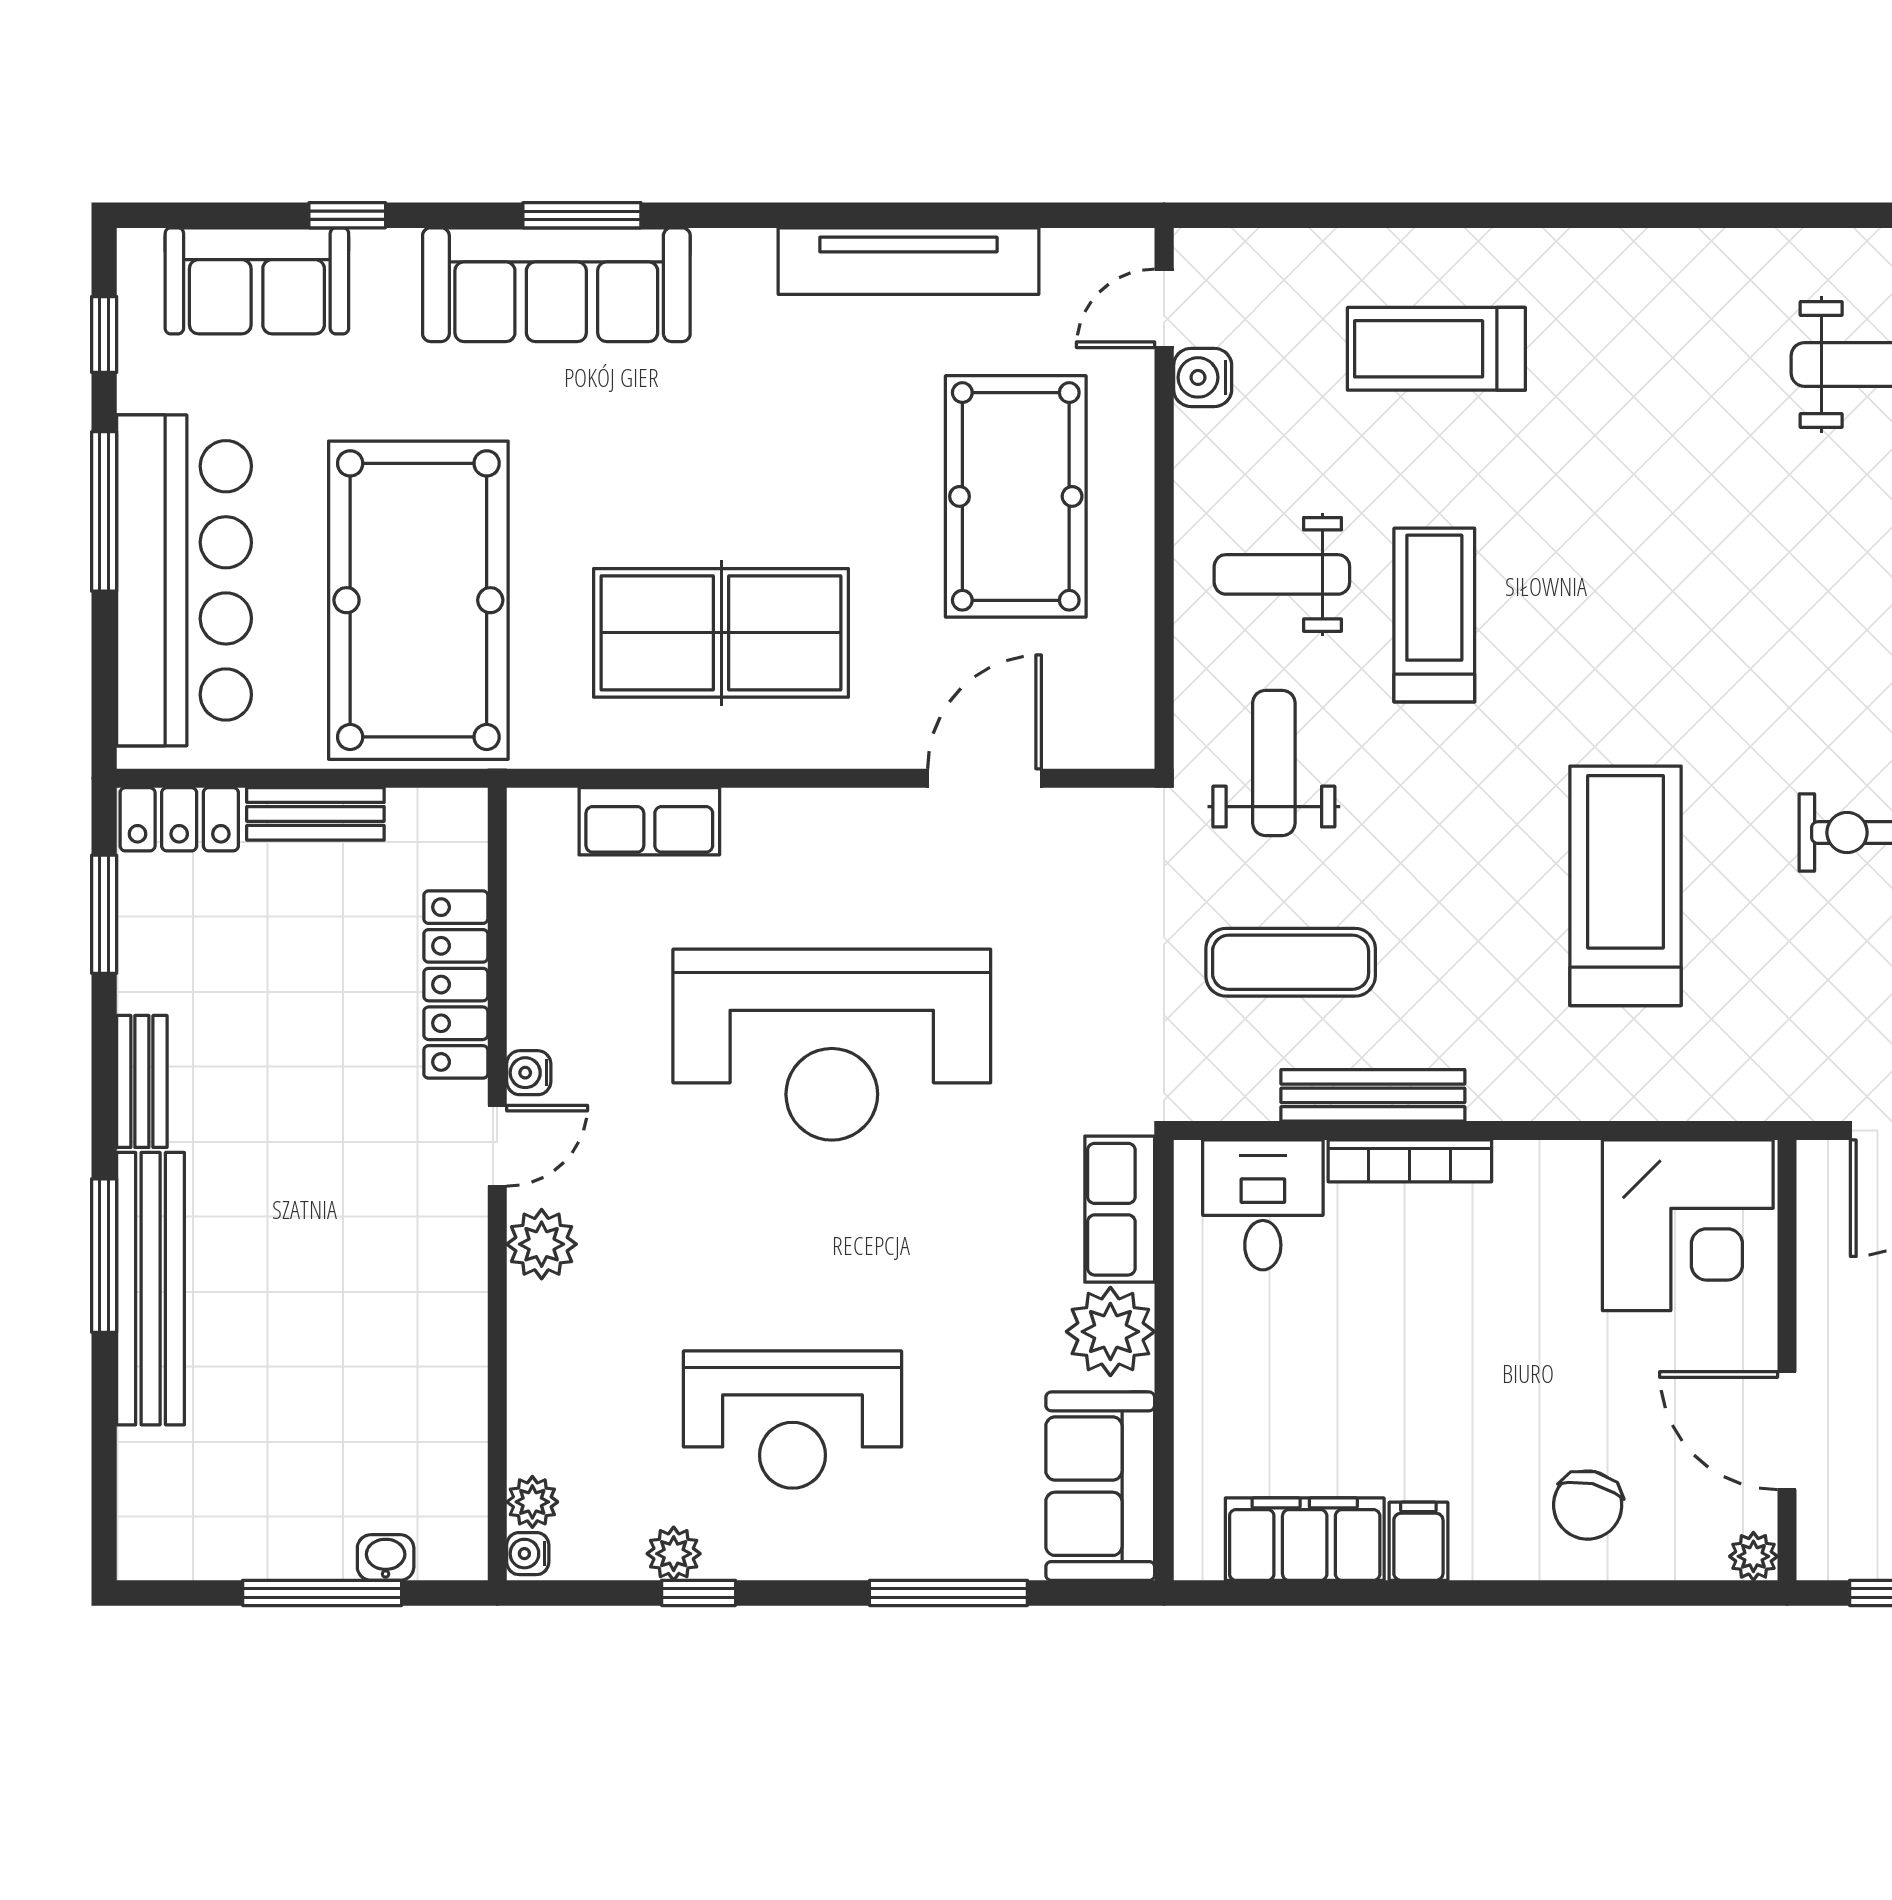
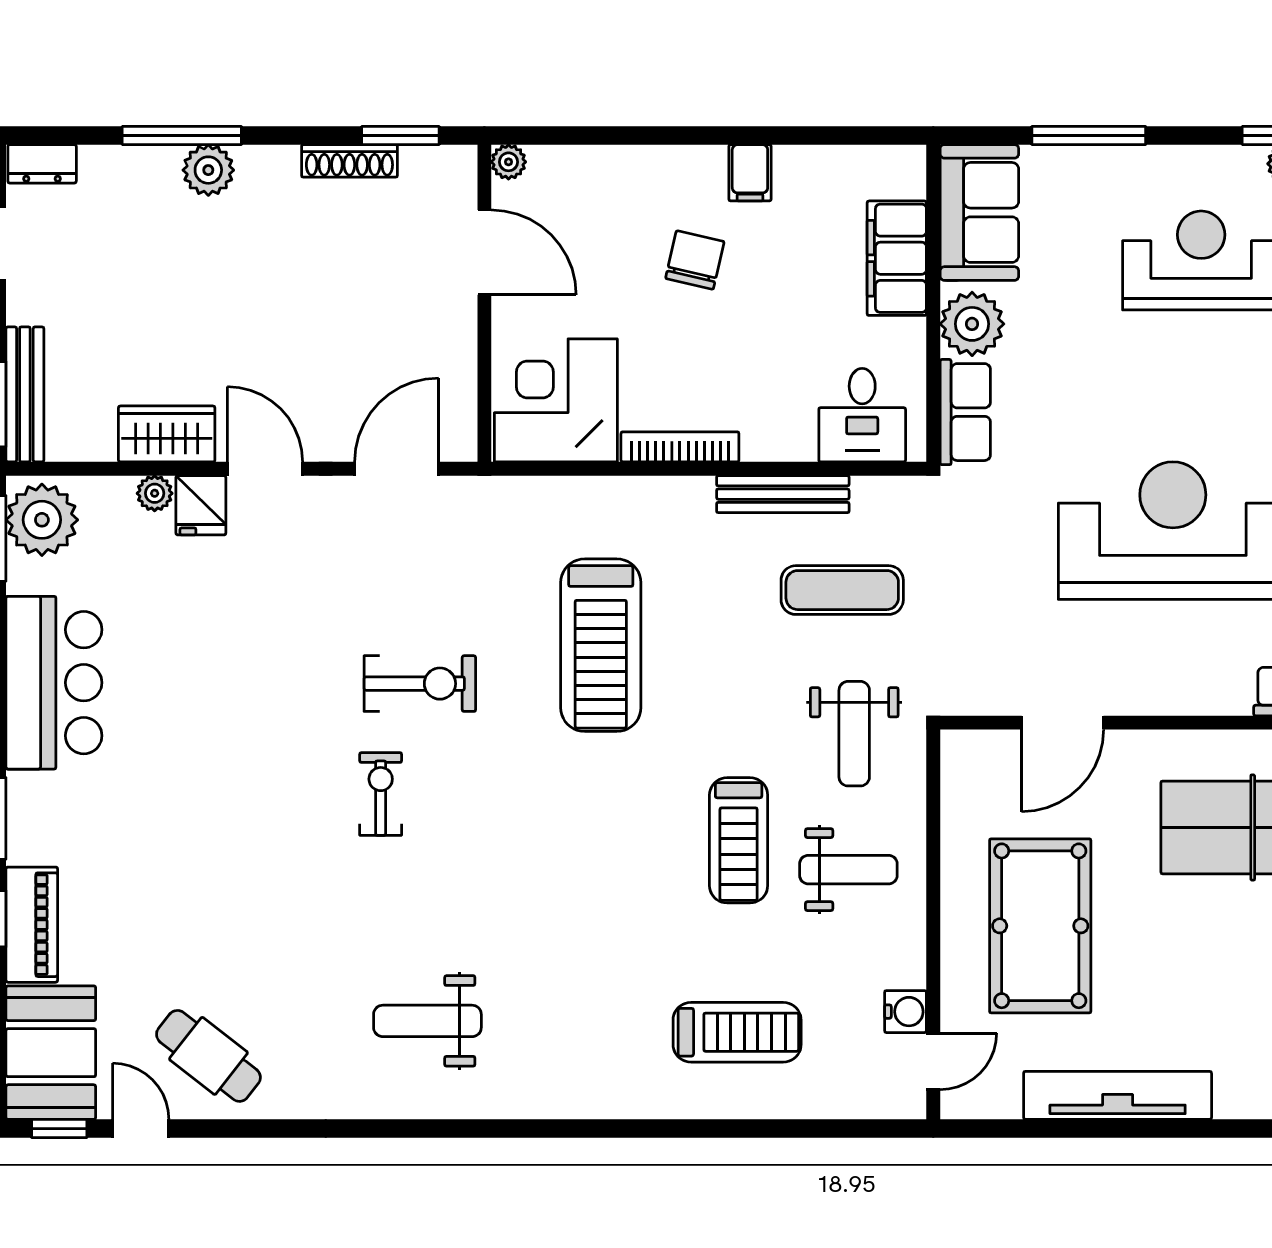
bookcase: (1410, 1161) -> (680, 447), moved
chair: (1588, 1505) -> (695, 260), moved
filing cabinet: (1305, 1539) -> (897, 258), moved, turned 90

